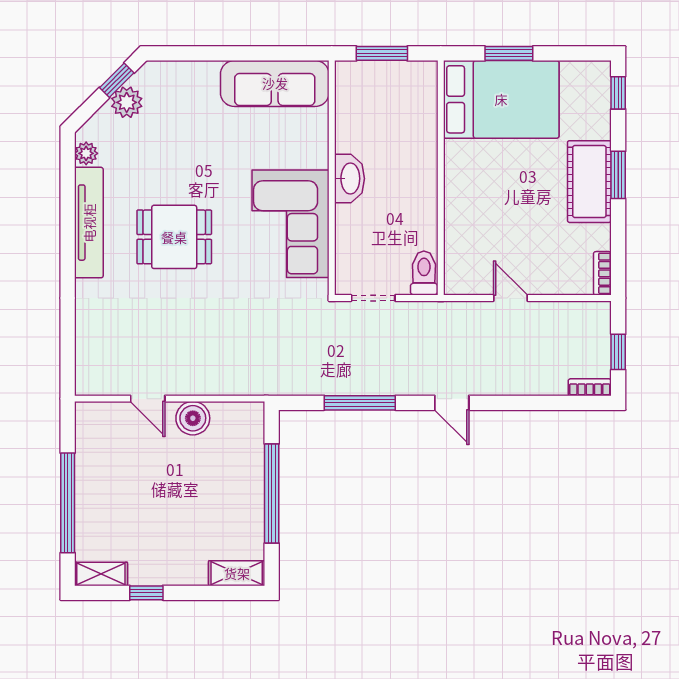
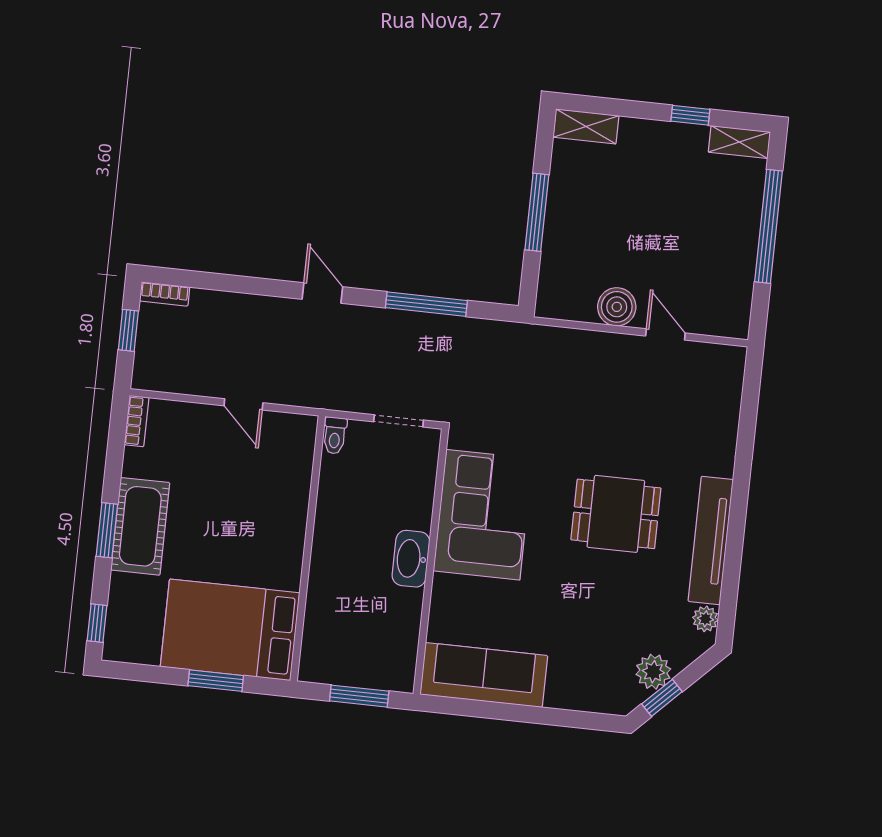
toilet: (424, 273) -> (335, 435), width x0.73, depth x0.72
window: (272, 493) -> (537, 212), width x0.68

